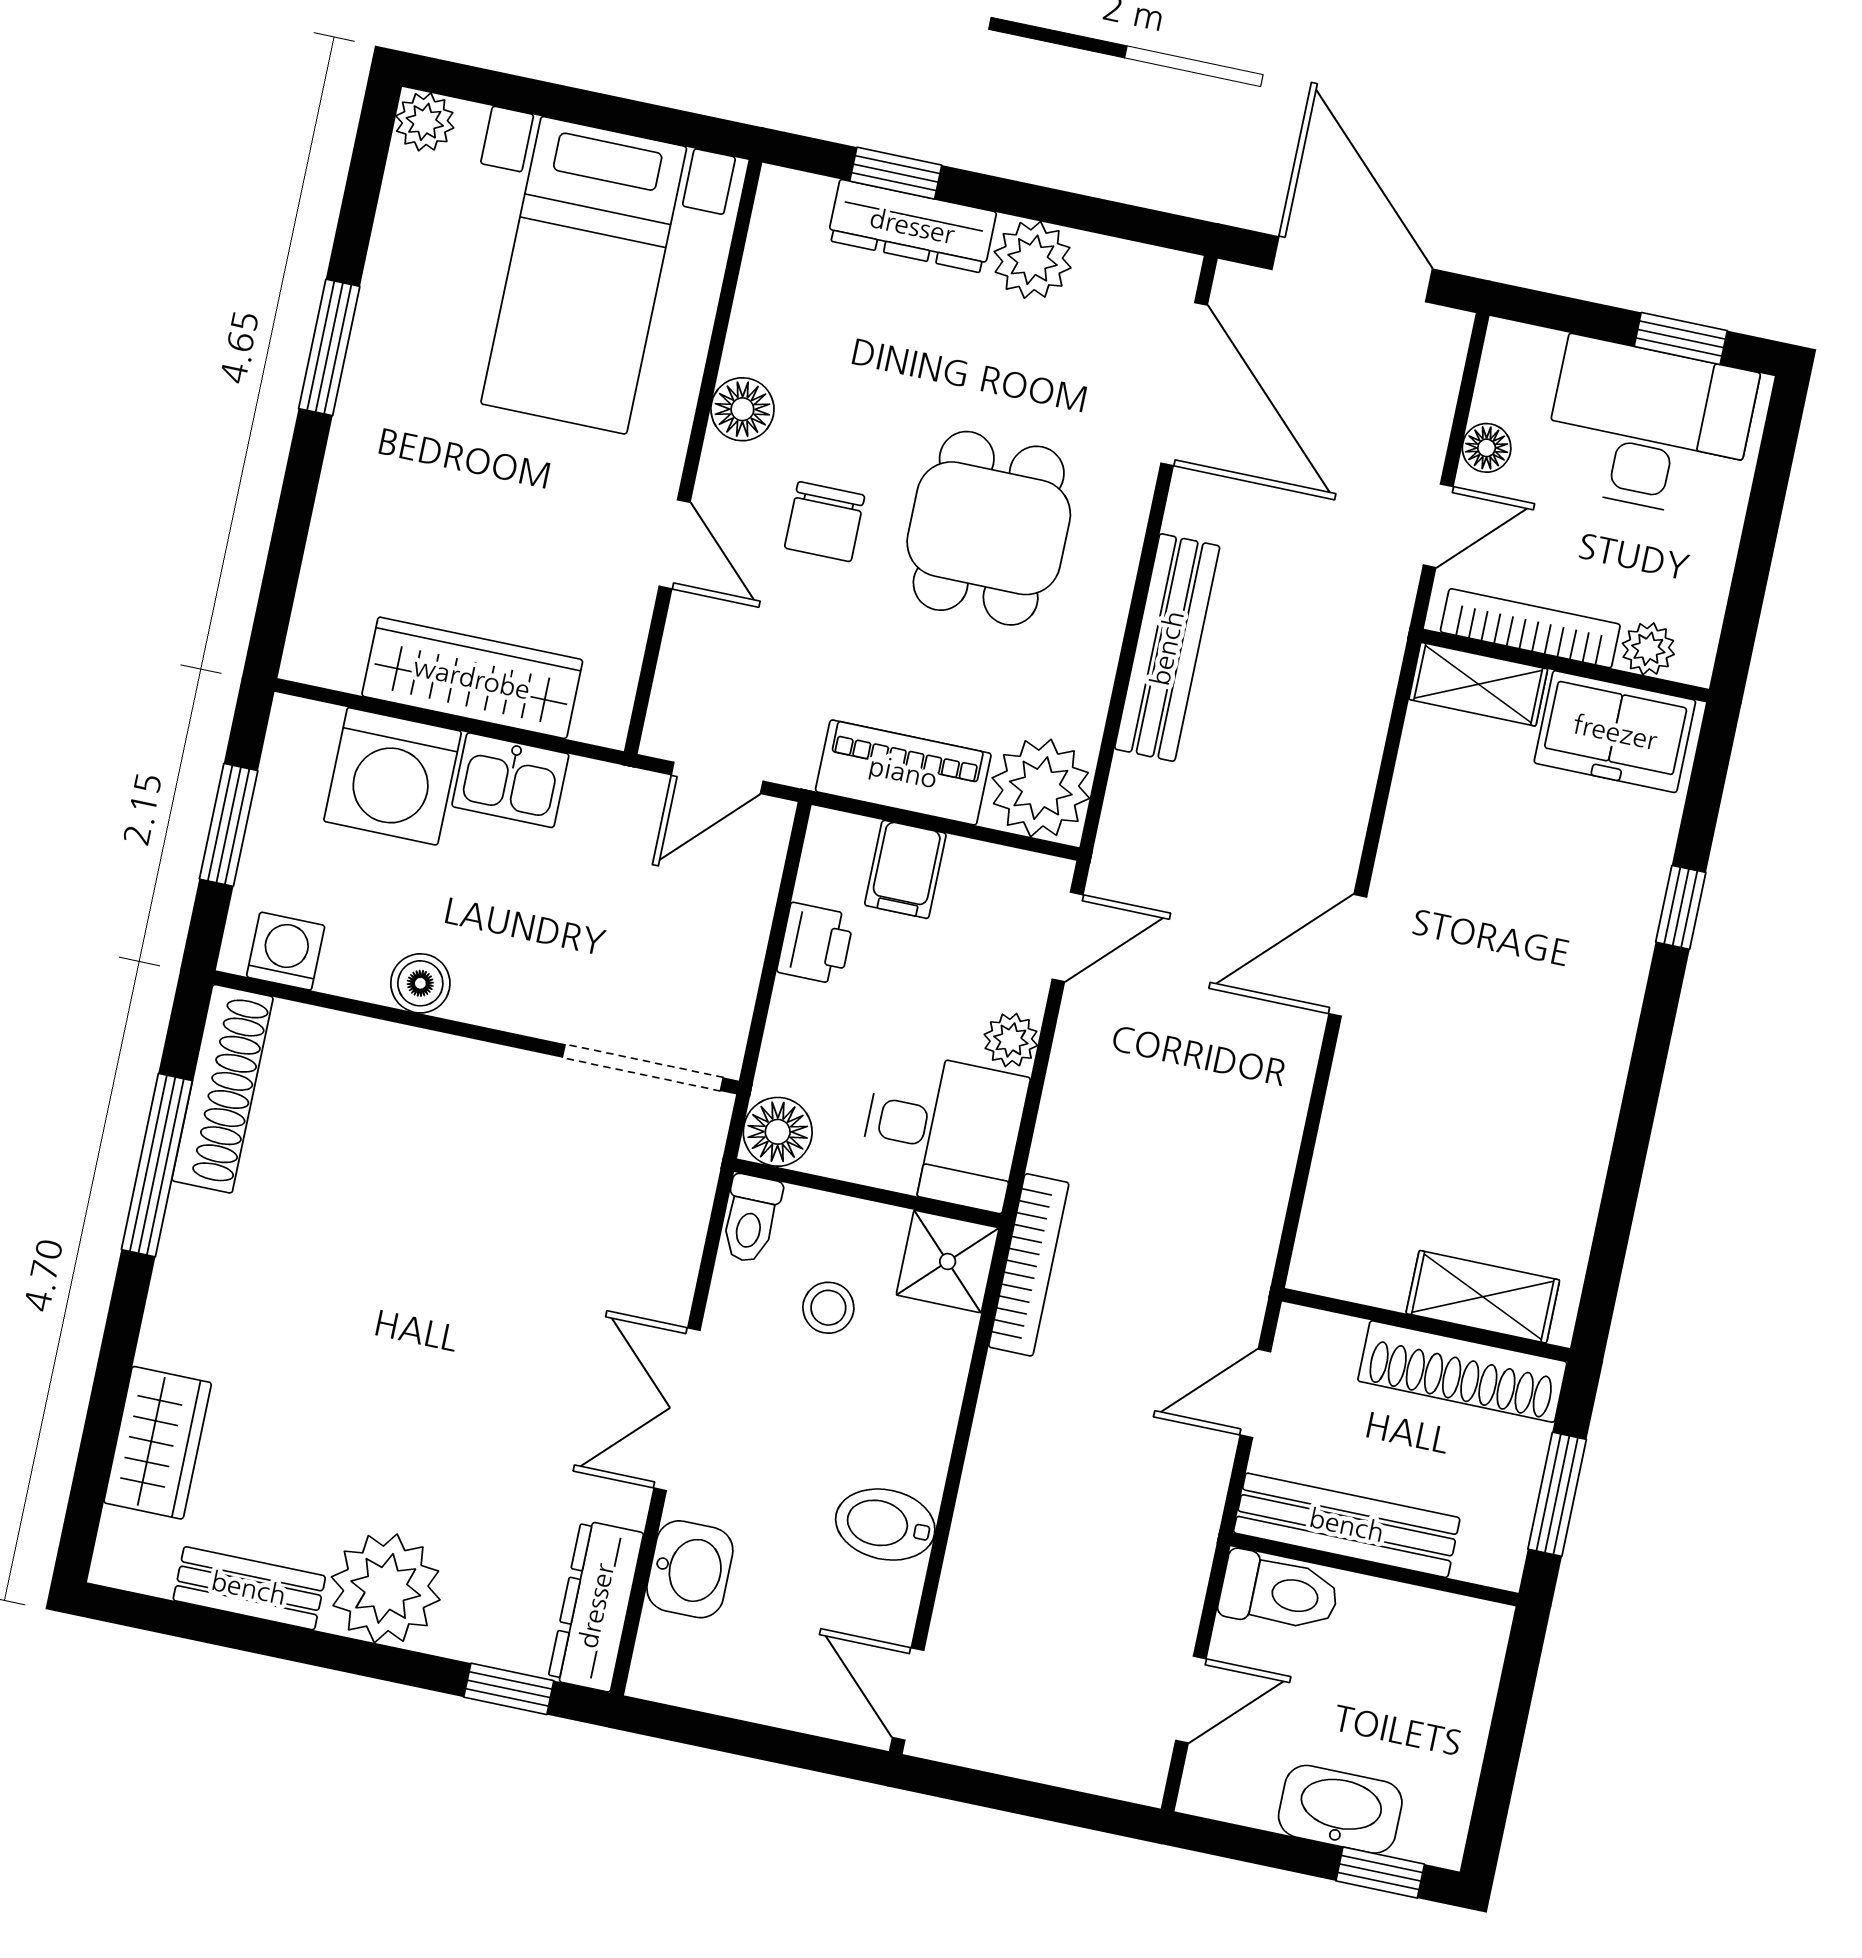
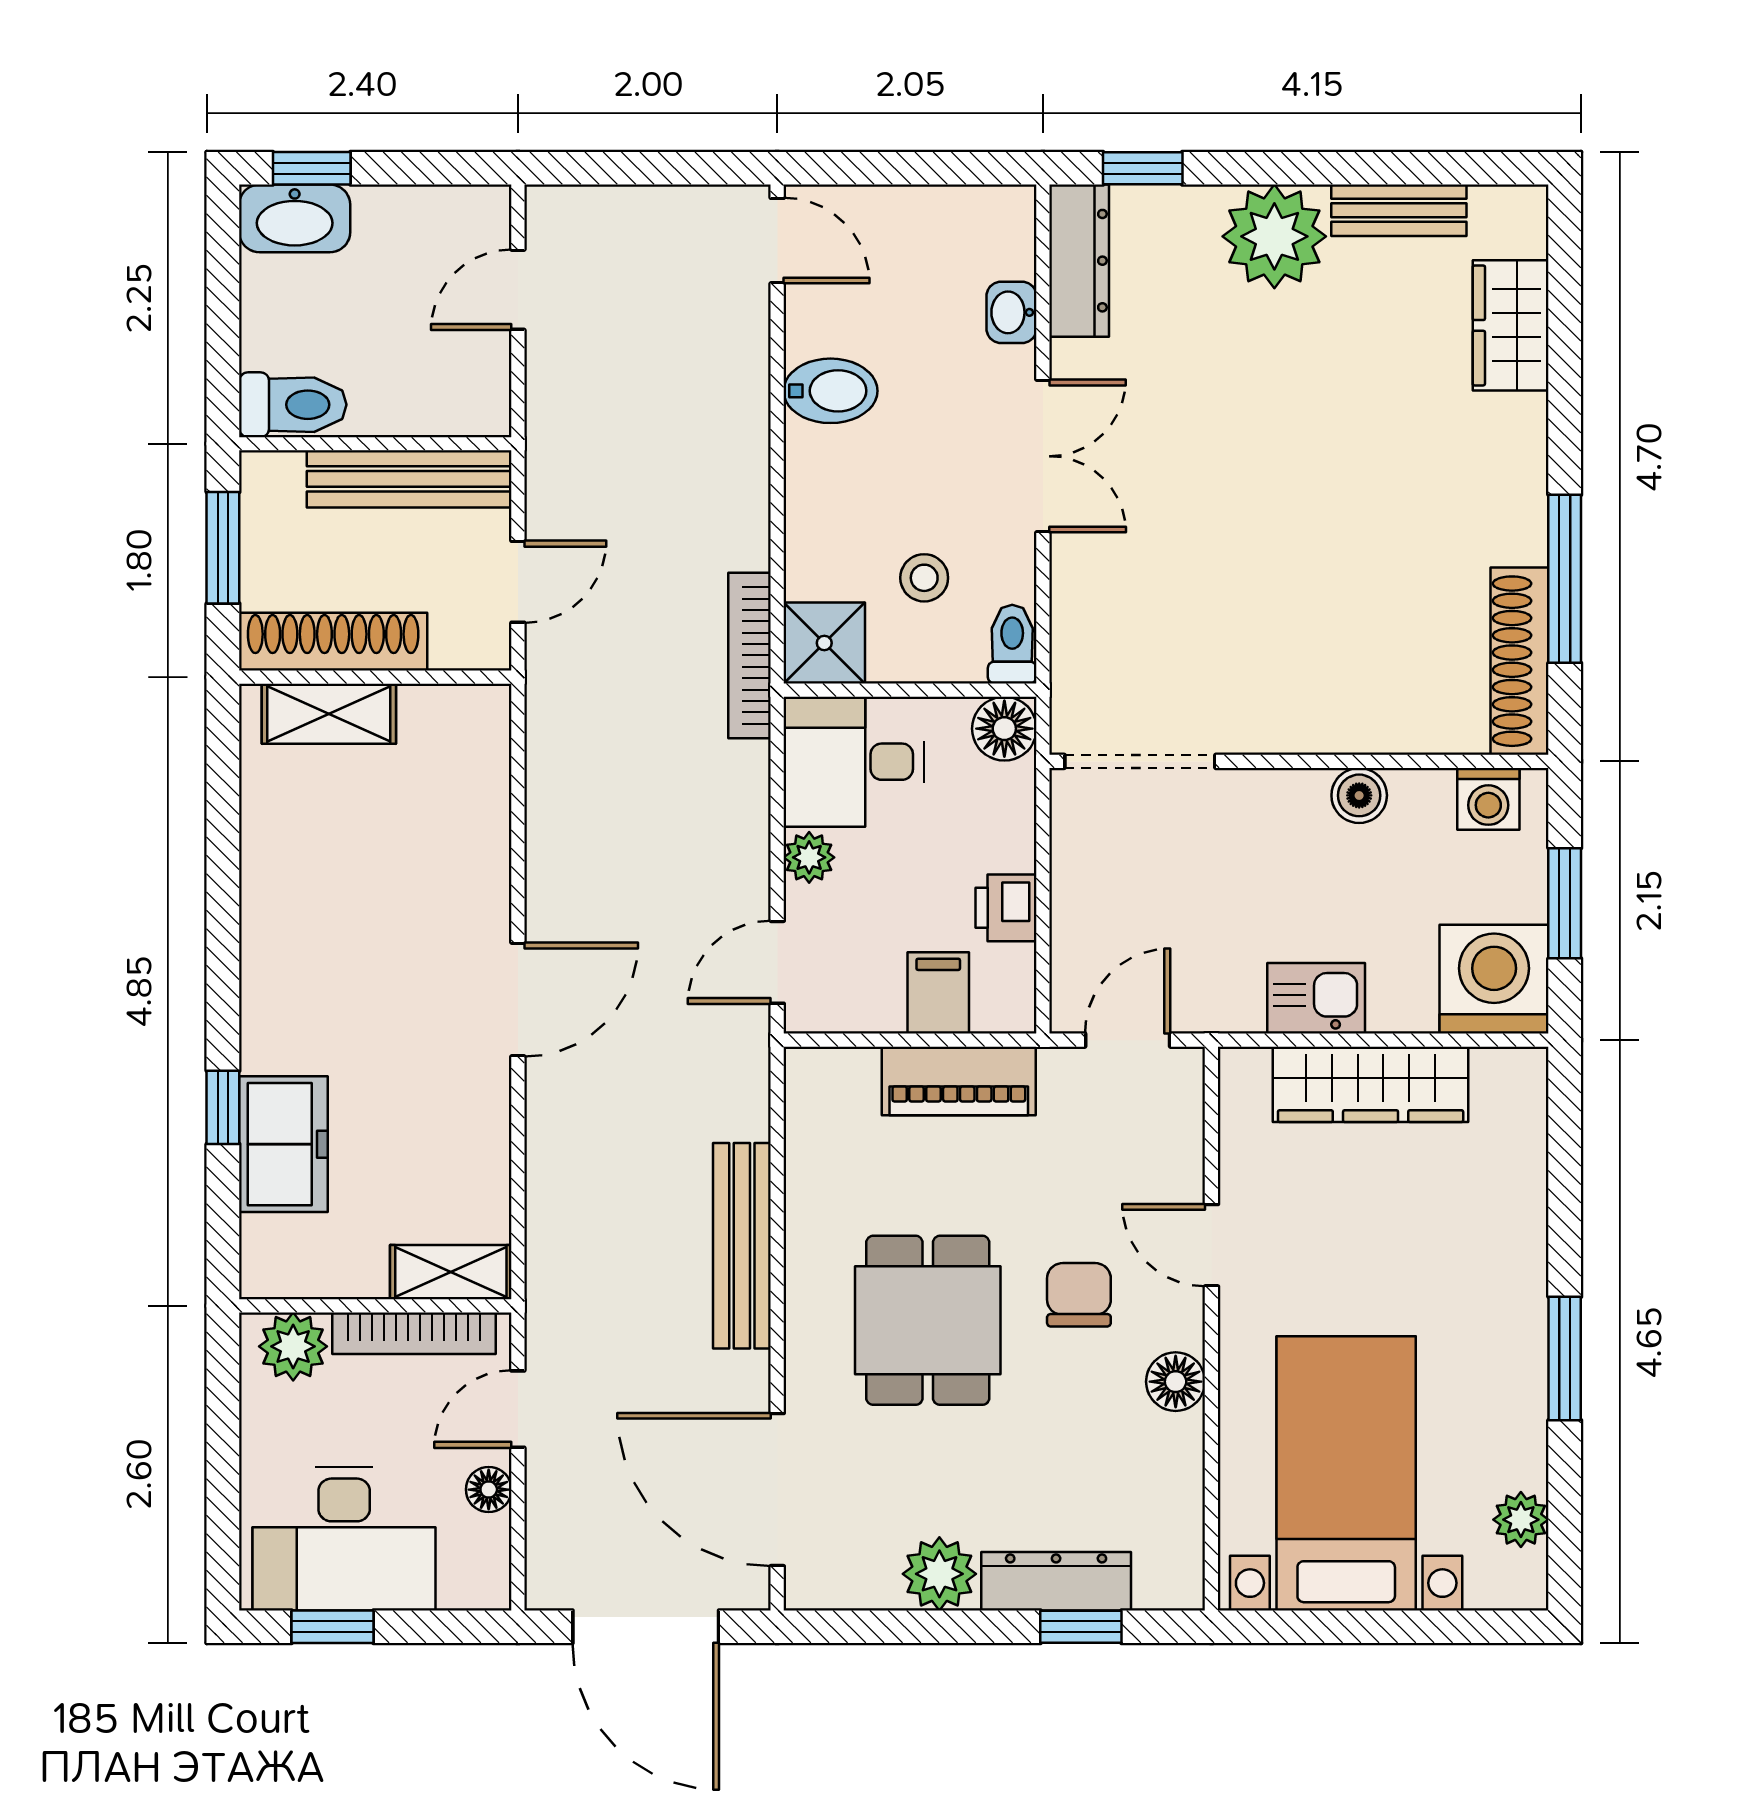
plant: (425, 122) -> (1521, 1520), moved
plant: (1648, 649) -> (293, 1346), width x1.38, depth x1.38
freezer: (1615, 732) -> (283, 1144), moved, turned 90
washing machine: (393, 776) -> (1494, 979), moved
plant: (1041, 788) -> (830, 1093), removed
washbasin: (690, 1569) -> (1011, 312), width x0.72, depth x0.69
toilet: (1279, 1592) -> (293, 405), moved, turned 180
washbasin: (1340, 1809) -> (295, 218), moved

